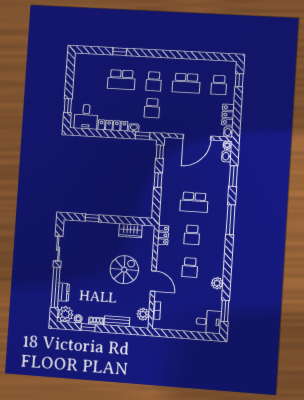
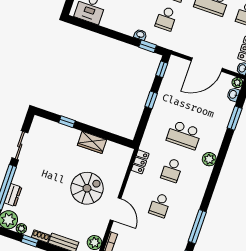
locker: (113, 126) -> (118, 26), removed
window: (231, 220) -> (197, 227), moved
wardrobe: (130, 231) -> (92, 142), moved
plant: (217, 283) -> (209, 159), moved

